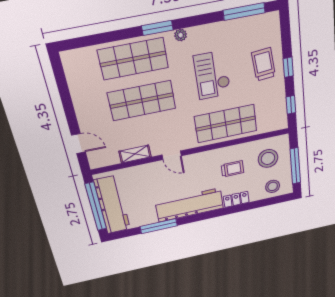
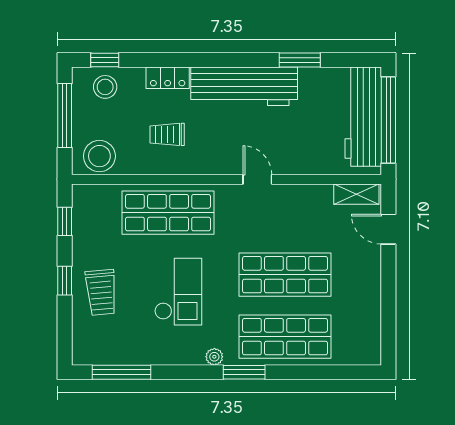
shelving: (135, 154) -> (356, 194), moved
stool: (268, 158) -> (99, 156), moved
window: (274, 200) -> (105, 60), added
window: (159, 226) -> (300, 60), width x0.69

